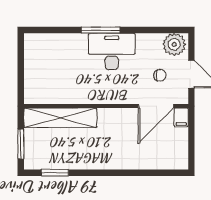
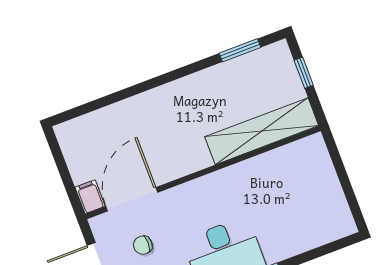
window: (21, 144) -> (304, 73), width x0.67

